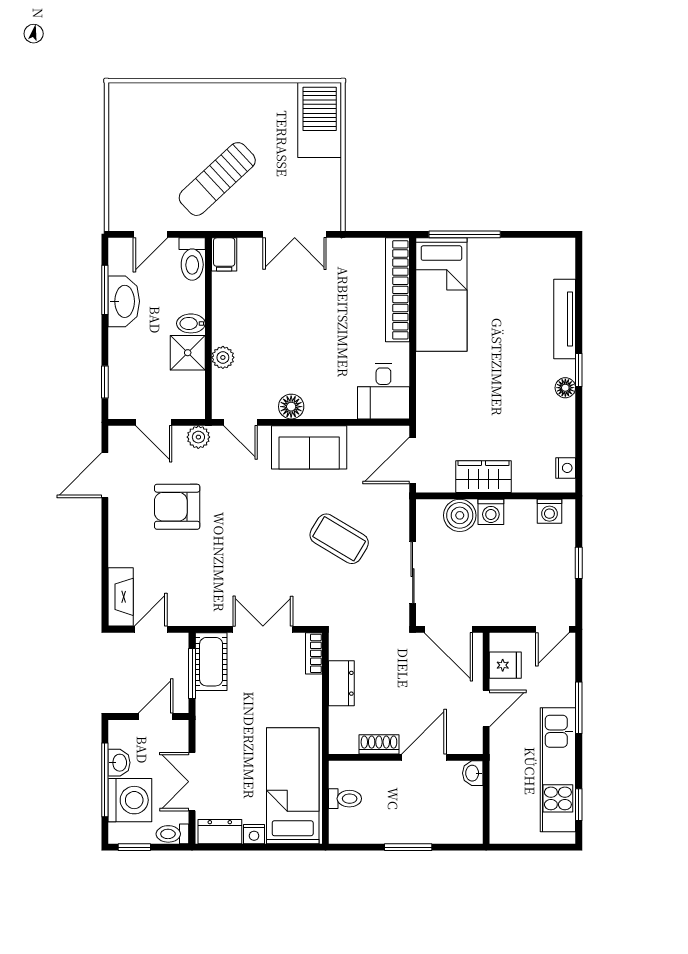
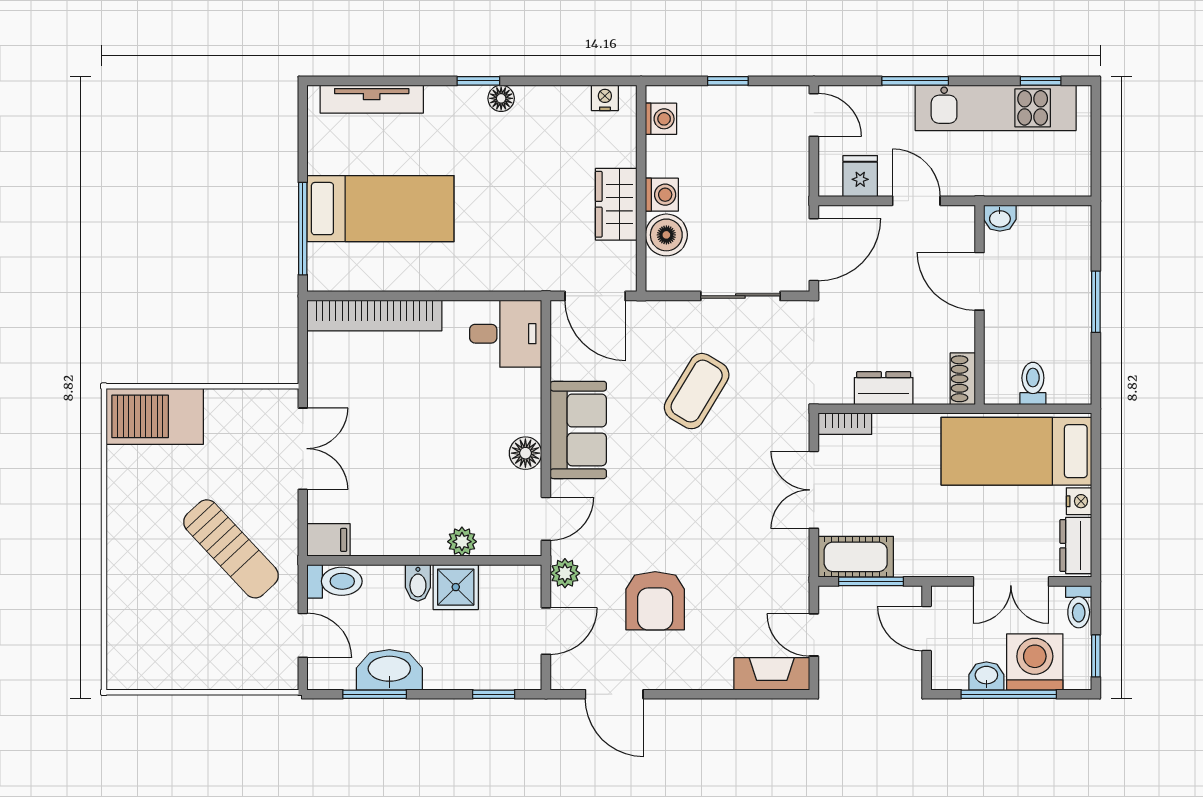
bed: (441, 295) -> (380, 209), moved
tv unit: (565, 319) -> (372, 99), moved
shoe rack: (379, 744) -> (963, 379), moved

